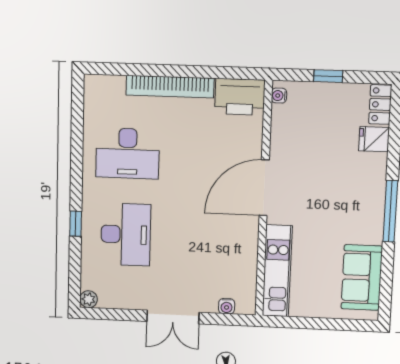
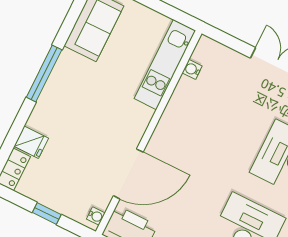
door: (264, 188) -> (128, 174), moved
water cooler: (227, 306) -> (192, 69), moved, turned -90

